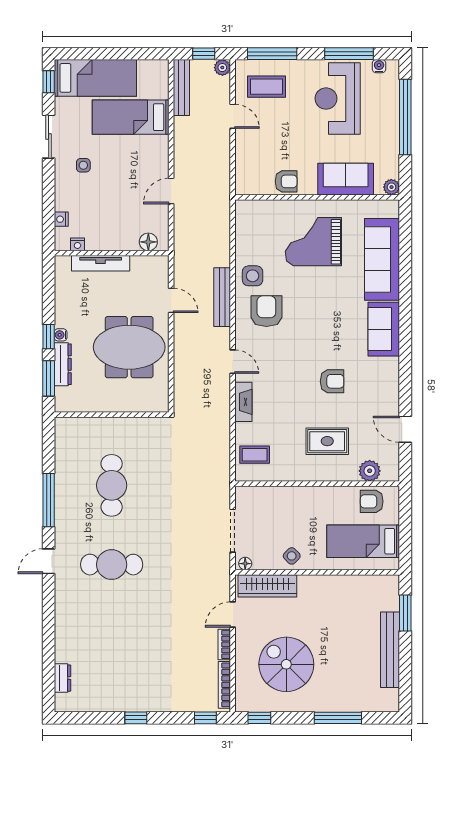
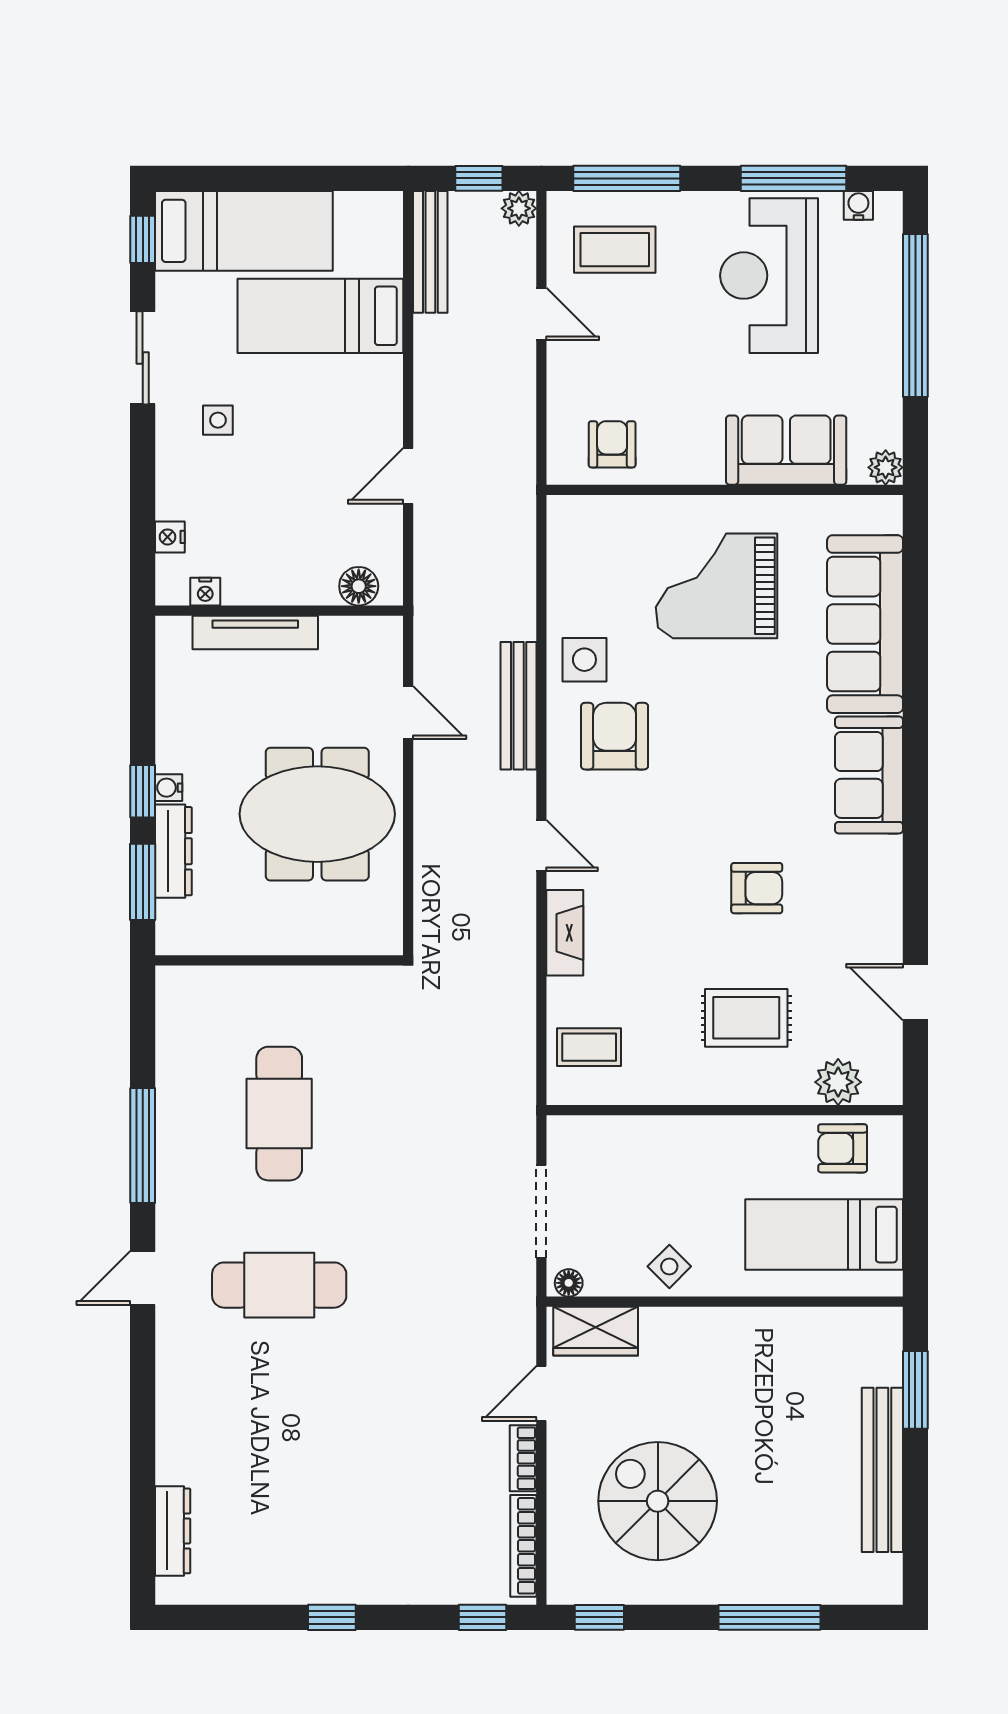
armchair: (286, 181) -> (612, 444), moved, turned -90
wardrobe: (267, 586) -> (596, 1331), width x0.67
dresser: (62, 678) -> (173, 1531), width x1.44

